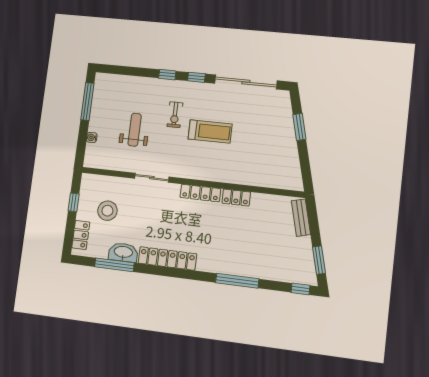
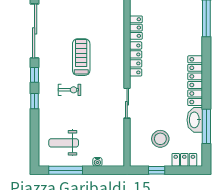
weight bench: (135, 130) -> (64, 143), moved

